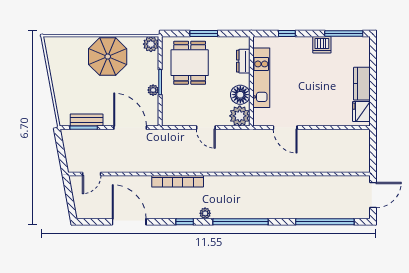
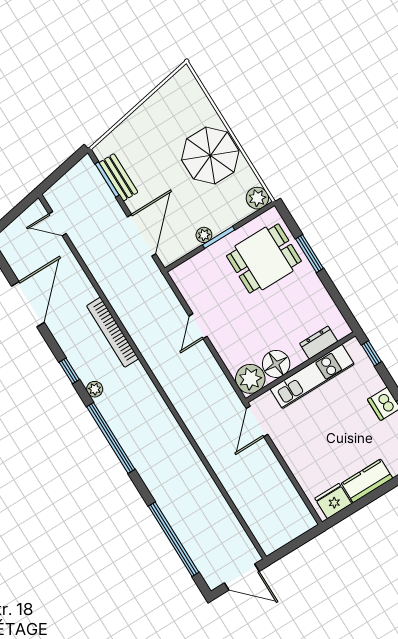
dresser: (243, 61) -> (319, 342), moved
kitchen unit: (261, 78) -> (312, 376), moved
wall: (251, 81) -> (301, 367), moved
floor lamp: (240, 95) -> (276, 364), moved
plant: (240, 116) -> (250, 379), moved

